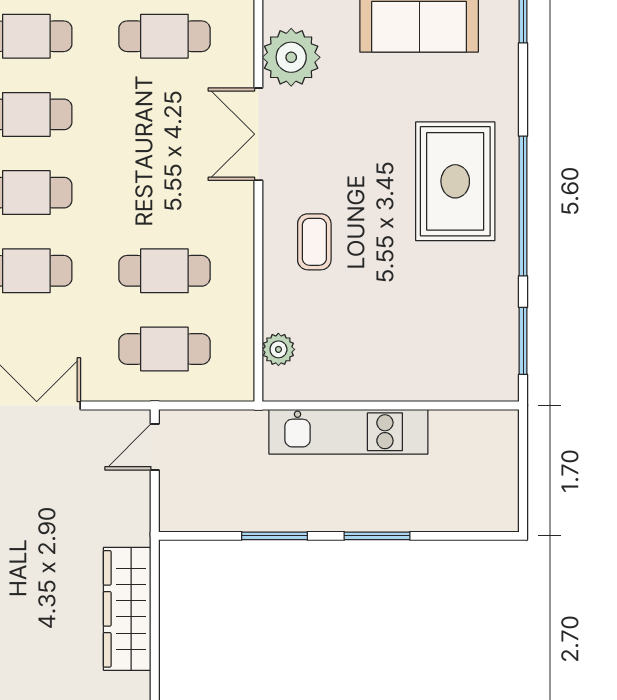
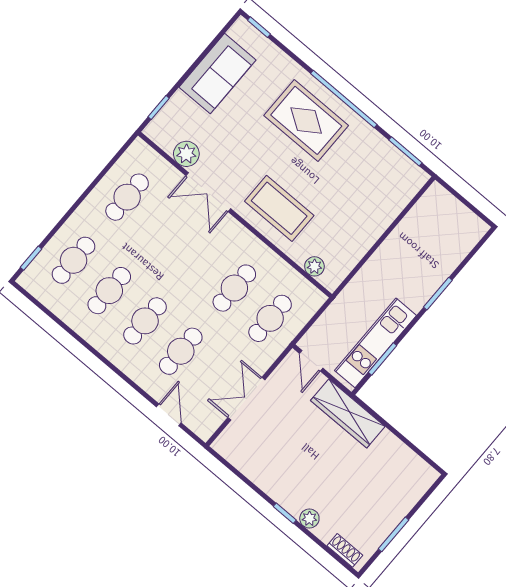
plant: (291, 57) -> (186, 154), width x0.73, depth x0.73
coffee table: (314, 242) -> (279, 208), width x1.86, depth x1.72
kitchen unit: (348, 432) -> (375, 343), moved, turned 180
window: (275, 536) -> (382, 359), moved
wardrobe: (127, 609) -> (348, 414), moved

